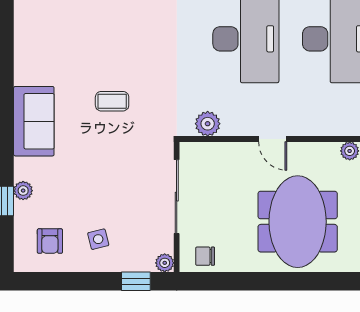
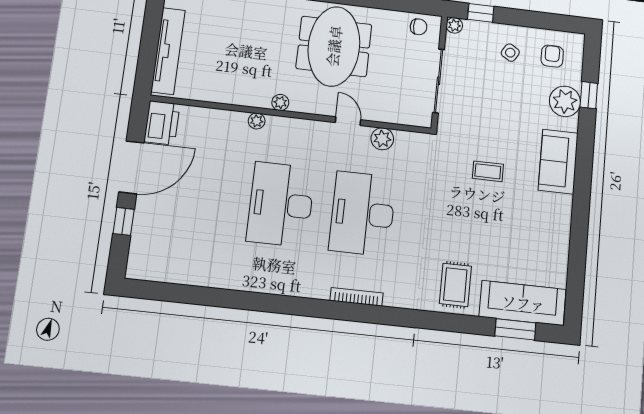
plant: (208, 124) -> (382, 139), moved
plant: (23, 191) -> (565, 101), width x1.88, depth x1.88
side table: (98, 239) -> (510, 53), turned 45

